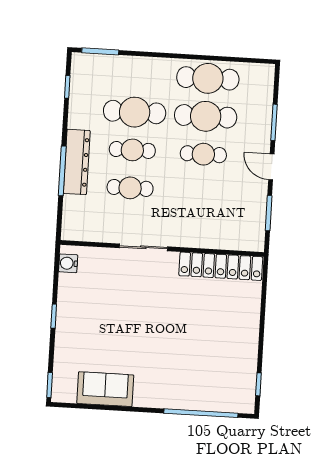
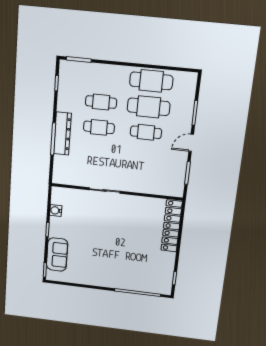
cafe table: (135, 112) -> (101, 102), width x0.73, depth x0.74
door: (271, 167) -> (191, 143), hinge flipped
cafe table: (130, 188) -> (97, 152), removed
water cooler: (68, 263) -> (56, 210), moved
locker: (221, 266) -> (172, 226), moved, turned 90
sofa: (105, 389) -> (57, 255), moved, turned 90

